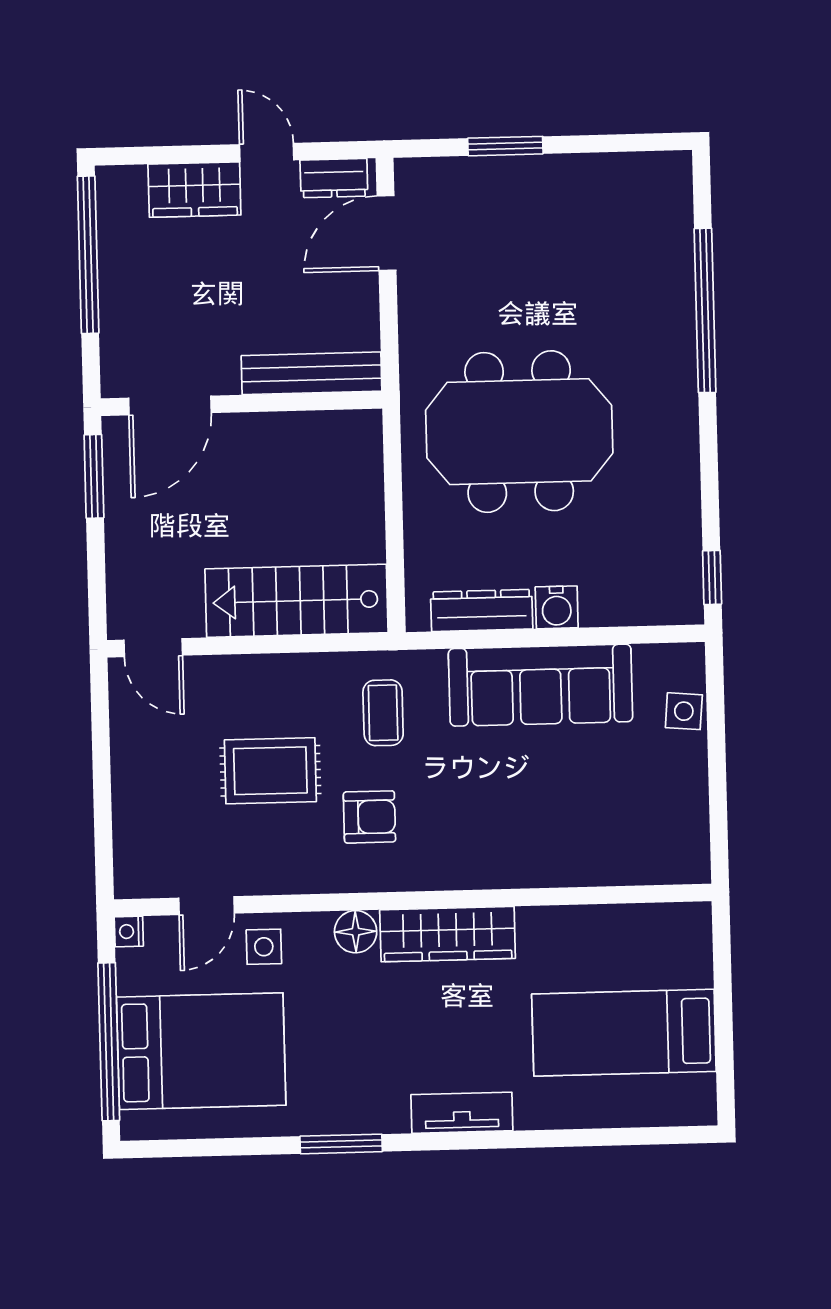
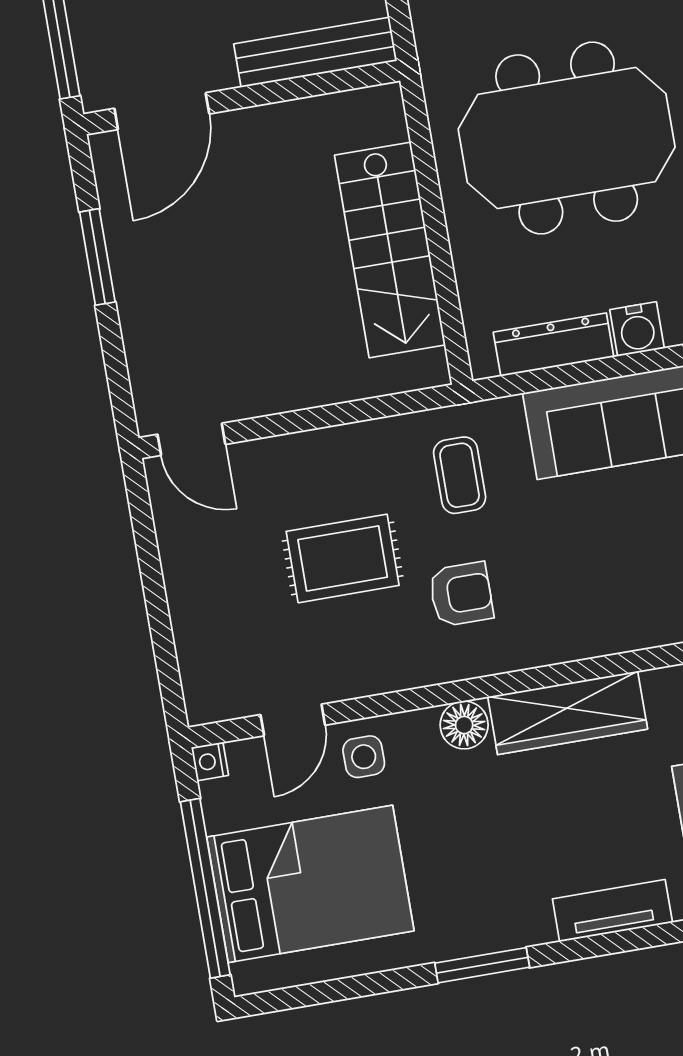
bench: (312, 373) -> (315, 52), moved
wall: (241, 404) -> (242, 98), moved
door: (170, 405) -> (162, 111), moved
stairs: (297, 601) -> (390, 250), moved, turned -90

